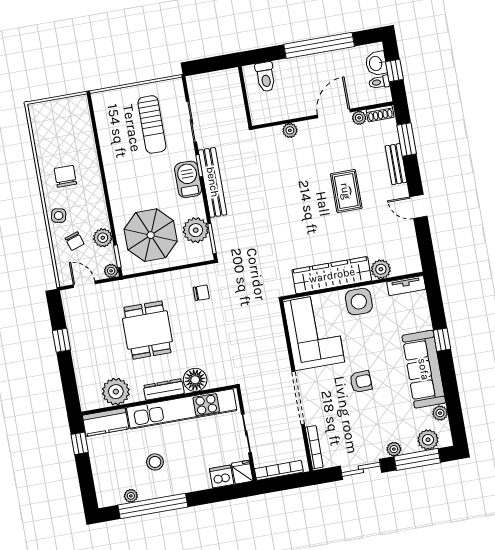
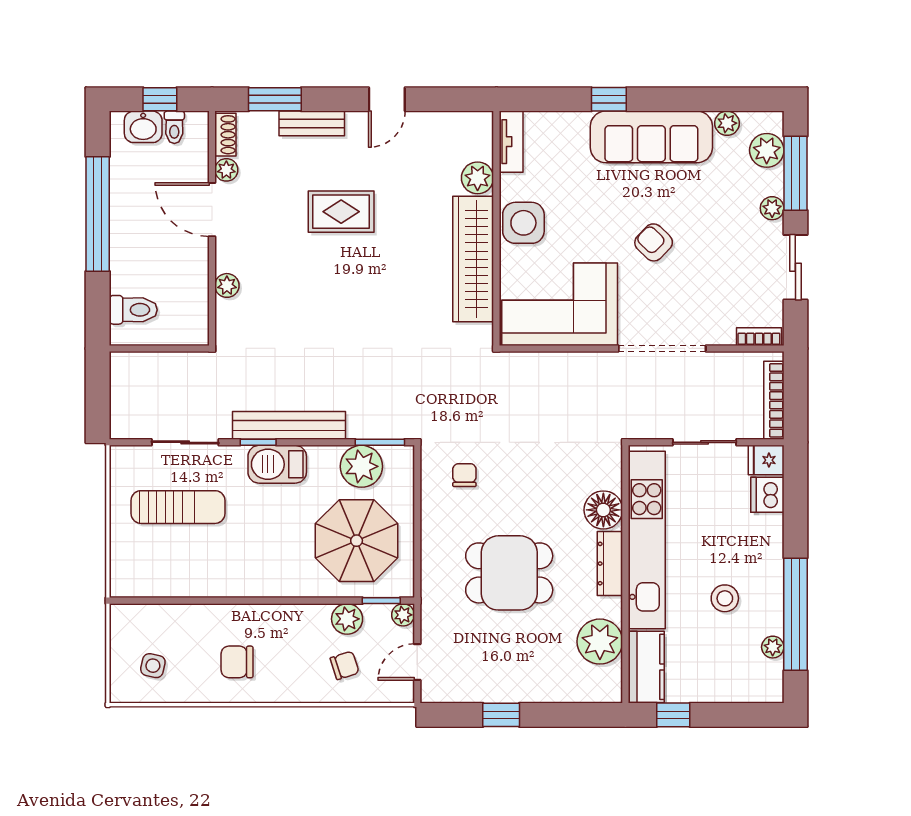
side table: (59, 216) -> (153, 666), moved
armchair: (361, 382) -> (654, 242), turned -44
bookcase: (314, 447) -> (759, 337), width x0.64

